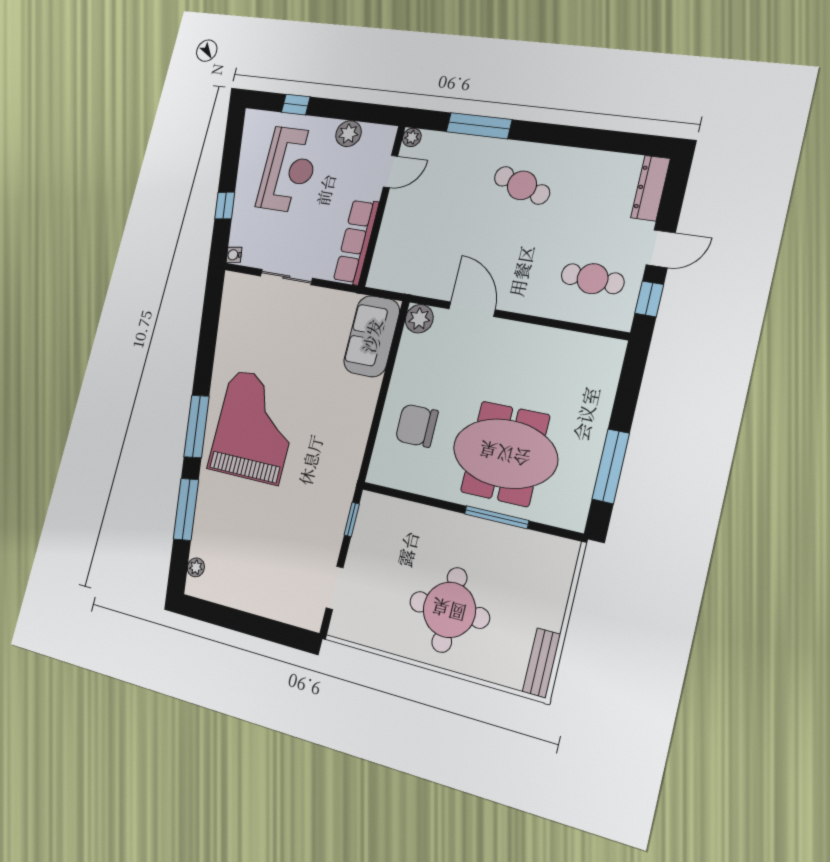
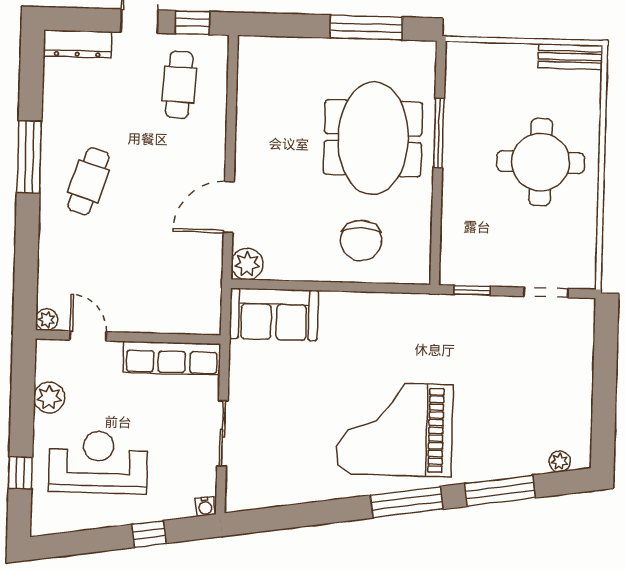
window: (479, 126) -> (29, 157), moved

